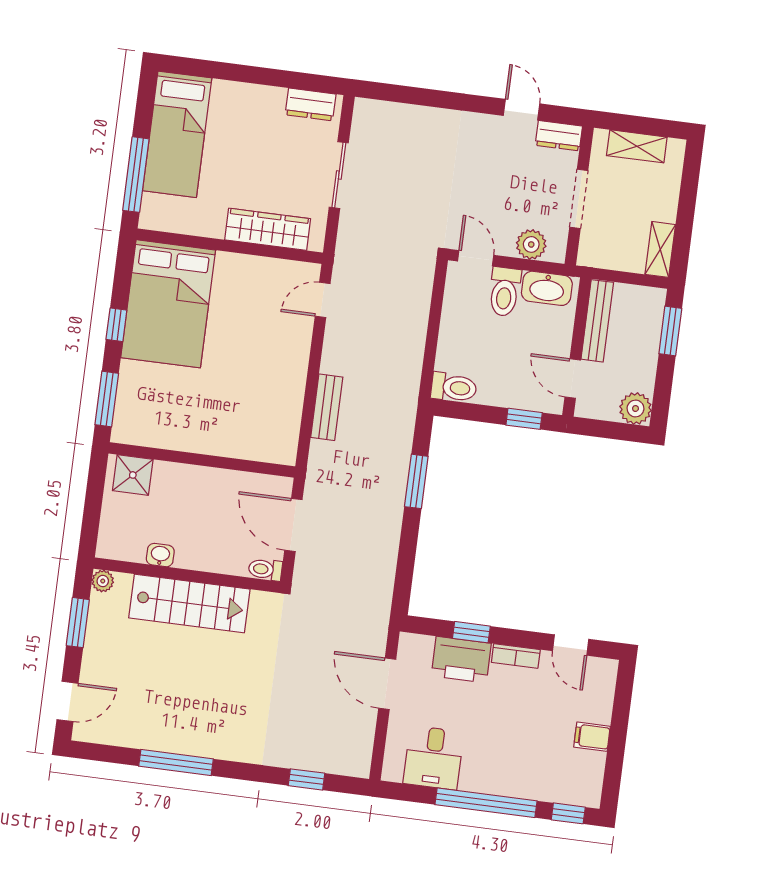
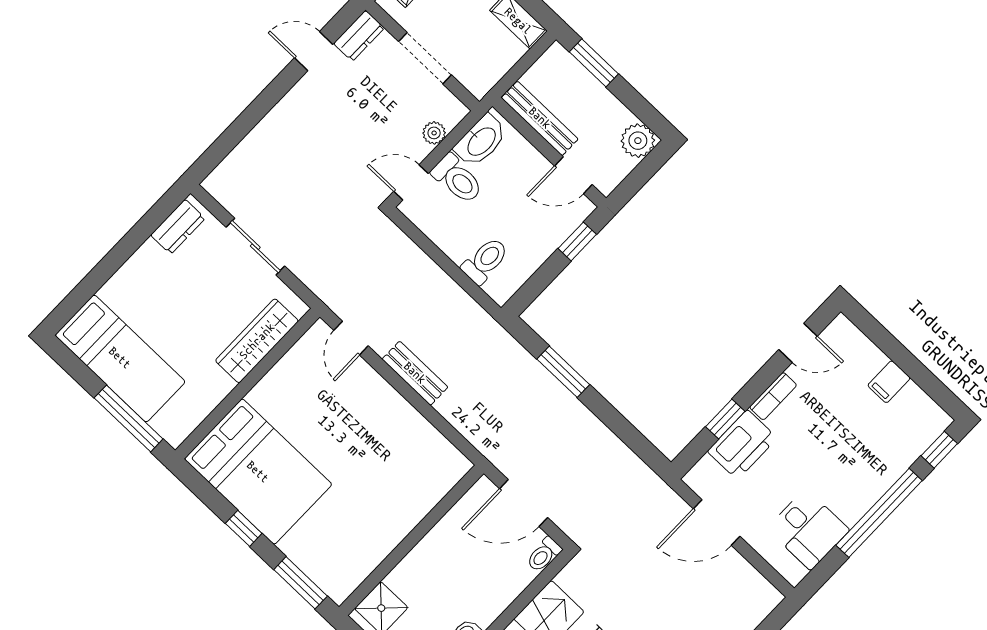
plant: (531, 244) -> (434, 133), width x0.73, depth x0.73
toilet: (454, 387) -> (485, 261), moved
bench: (327, 407) -> (415, 373), moved

